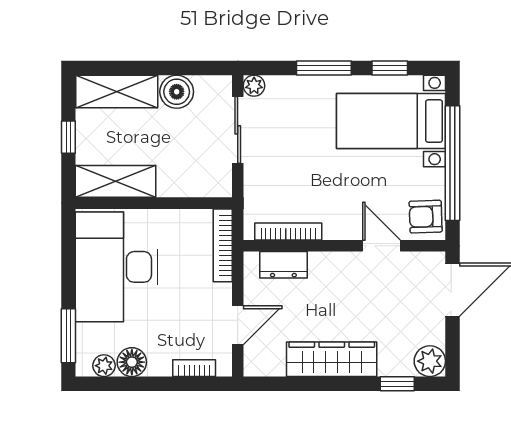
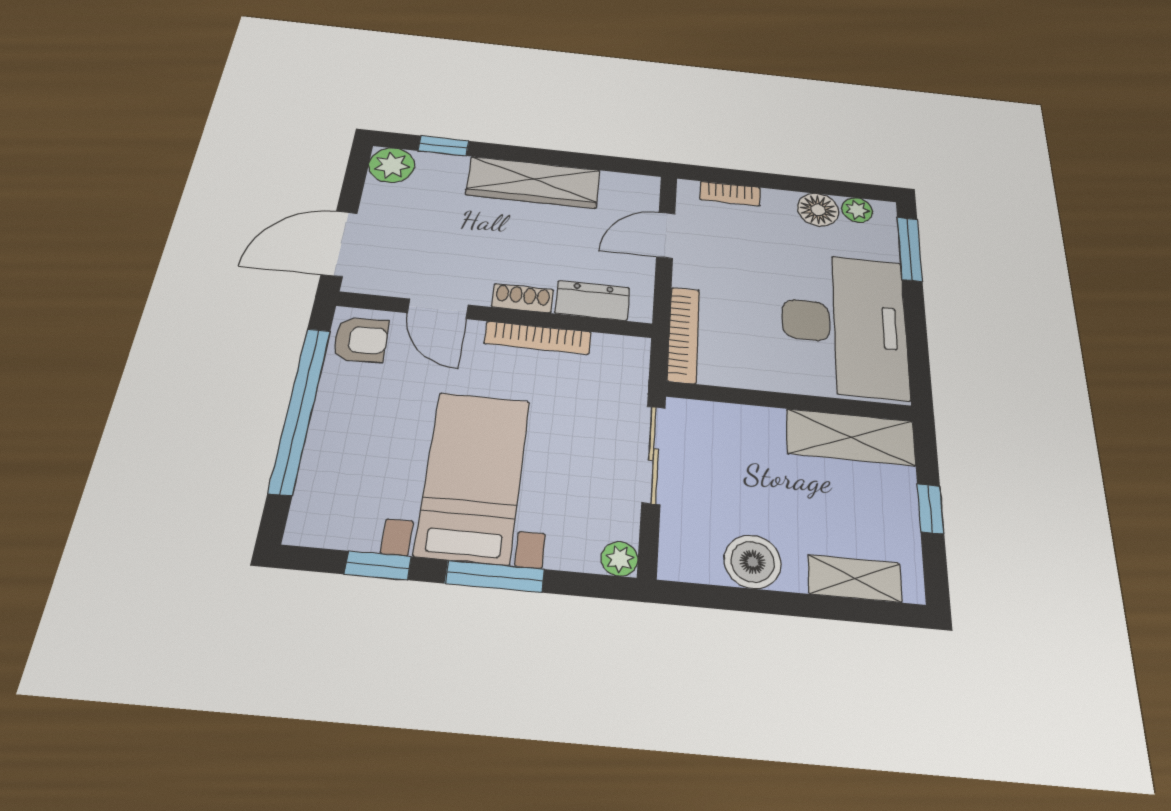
shelving: (117, 91) -> (855, 578), width x0.67, depth x0.75
bed with nightstands: (391, 121) -> (473, 476), moved, turned -90
sliding door: (238, 130) -> (654, 454), moved
bookcase: (288, 232) -> (538, 338), moved
shoe rack: (329, 261) -> (523, 298), added

